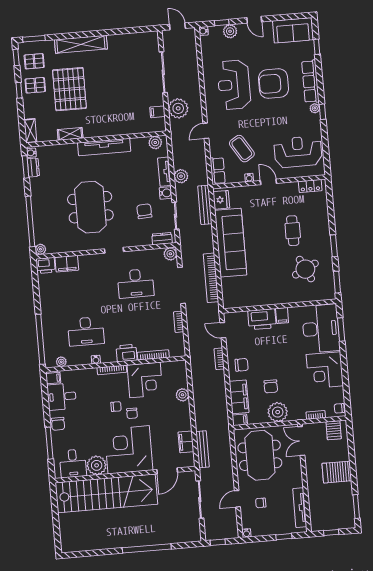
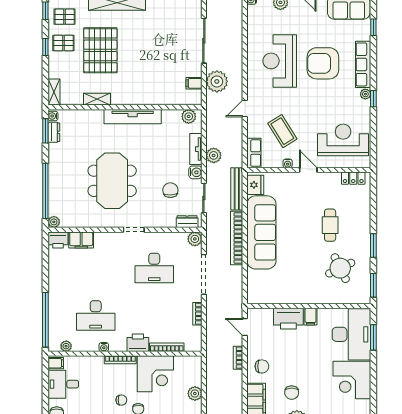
bookcase: (211, 278) -> (237, 238), moved

